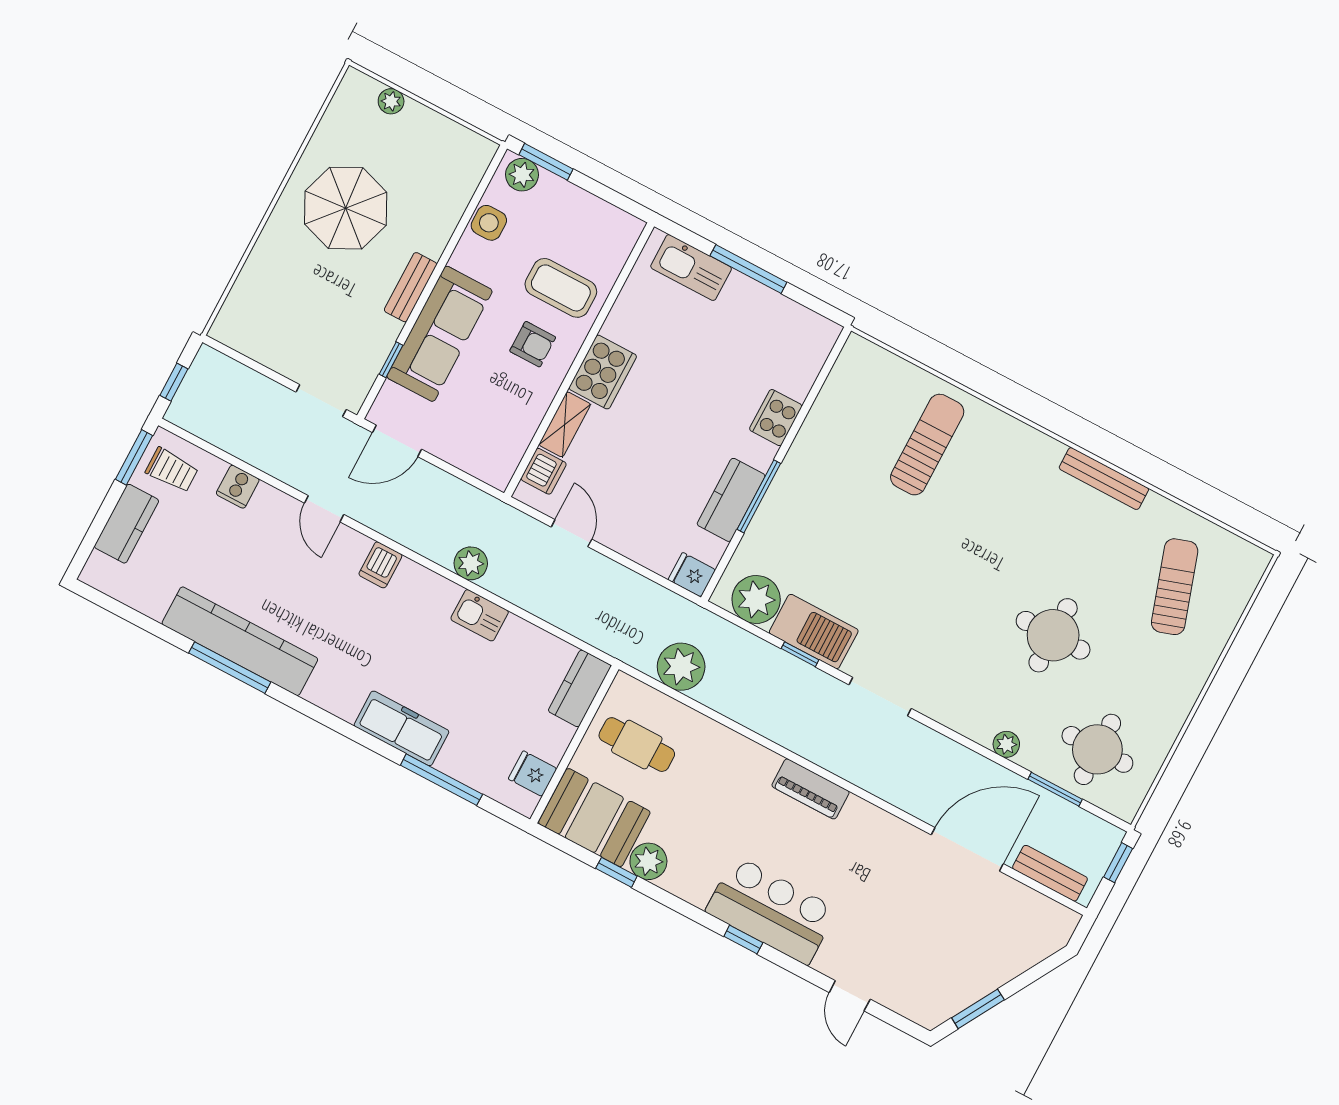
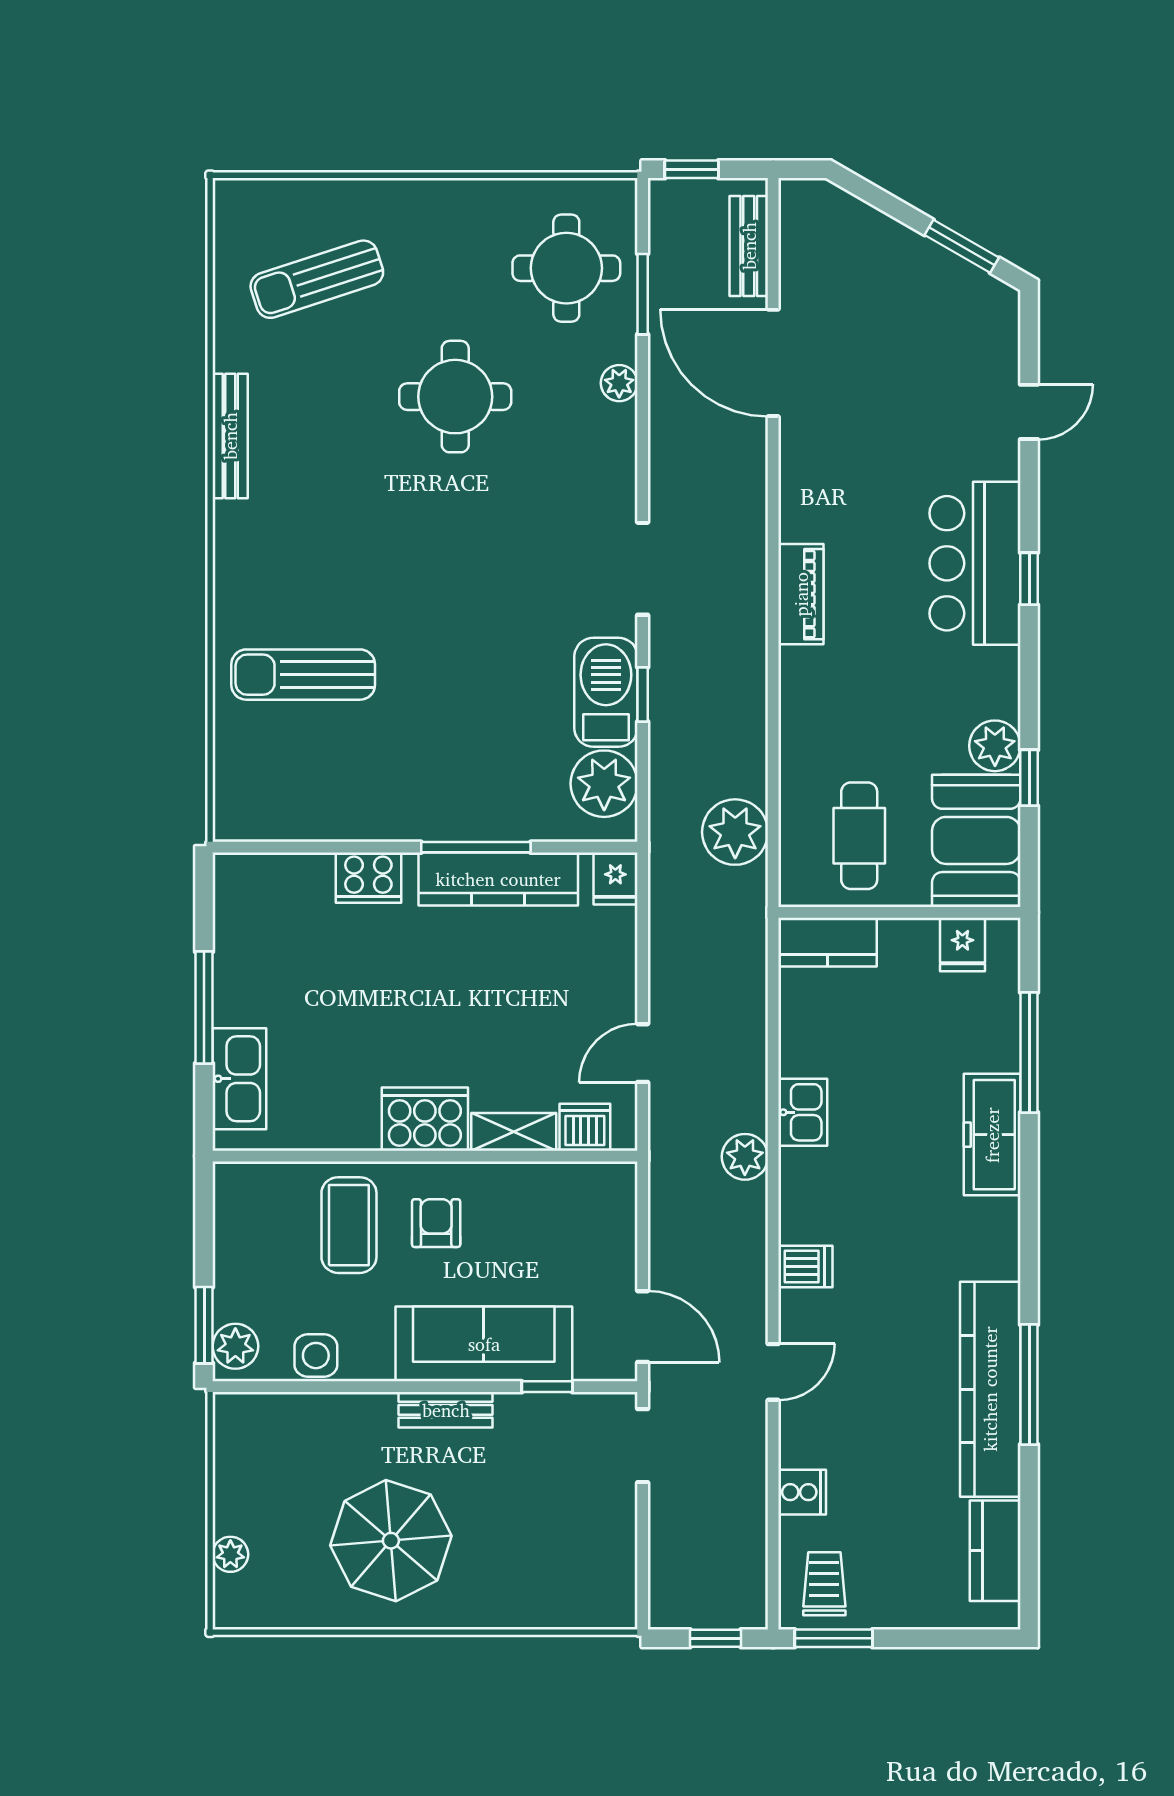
kitchen counter: (731, 500) -> (498, 879), width x1.50
kitchen counter: (127, 524) -> (995, 1551), moved, turned -90

